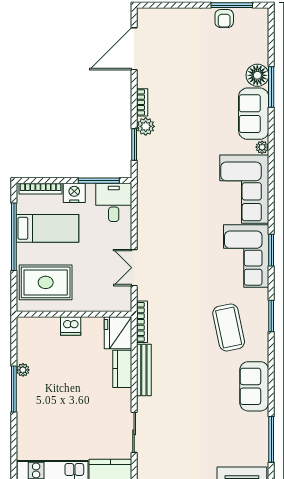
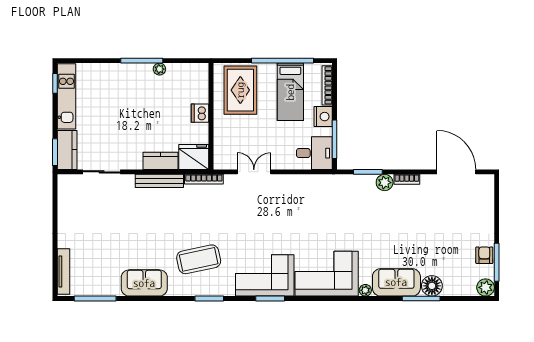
plant: (259, 17) -> (486, 287), added
armchair: (224, 19) -> (484, 255), turned 90

